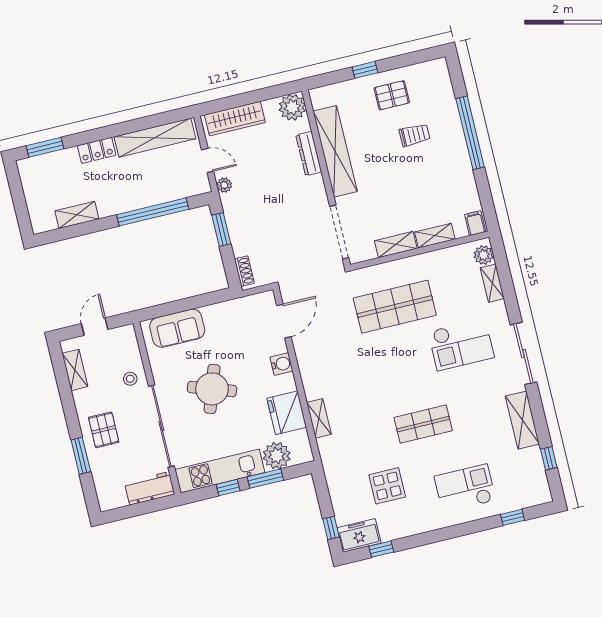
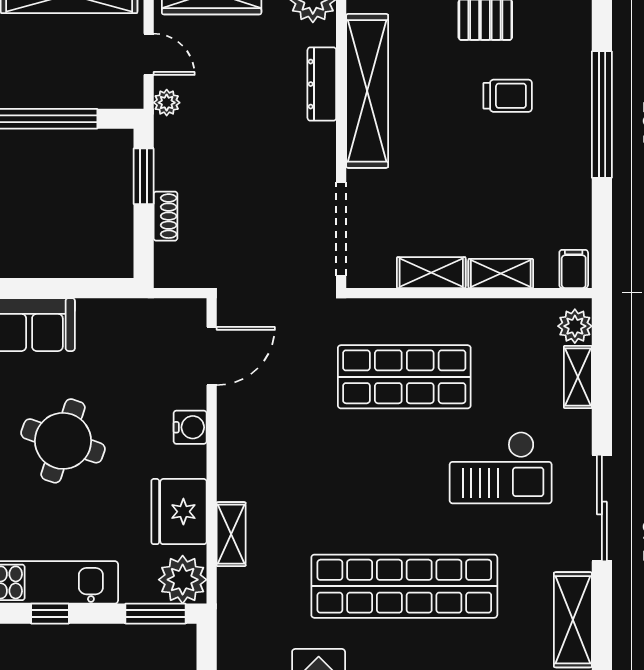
shoe rack: (244, 271) -> (165, 216), moved
shop shelf: (423, 424) -> (404, 586), width x2.00, depth x1.36
plant: (277, 456) -> (183, 580), moved
window: (265, 479) -> (156, 614), moved

